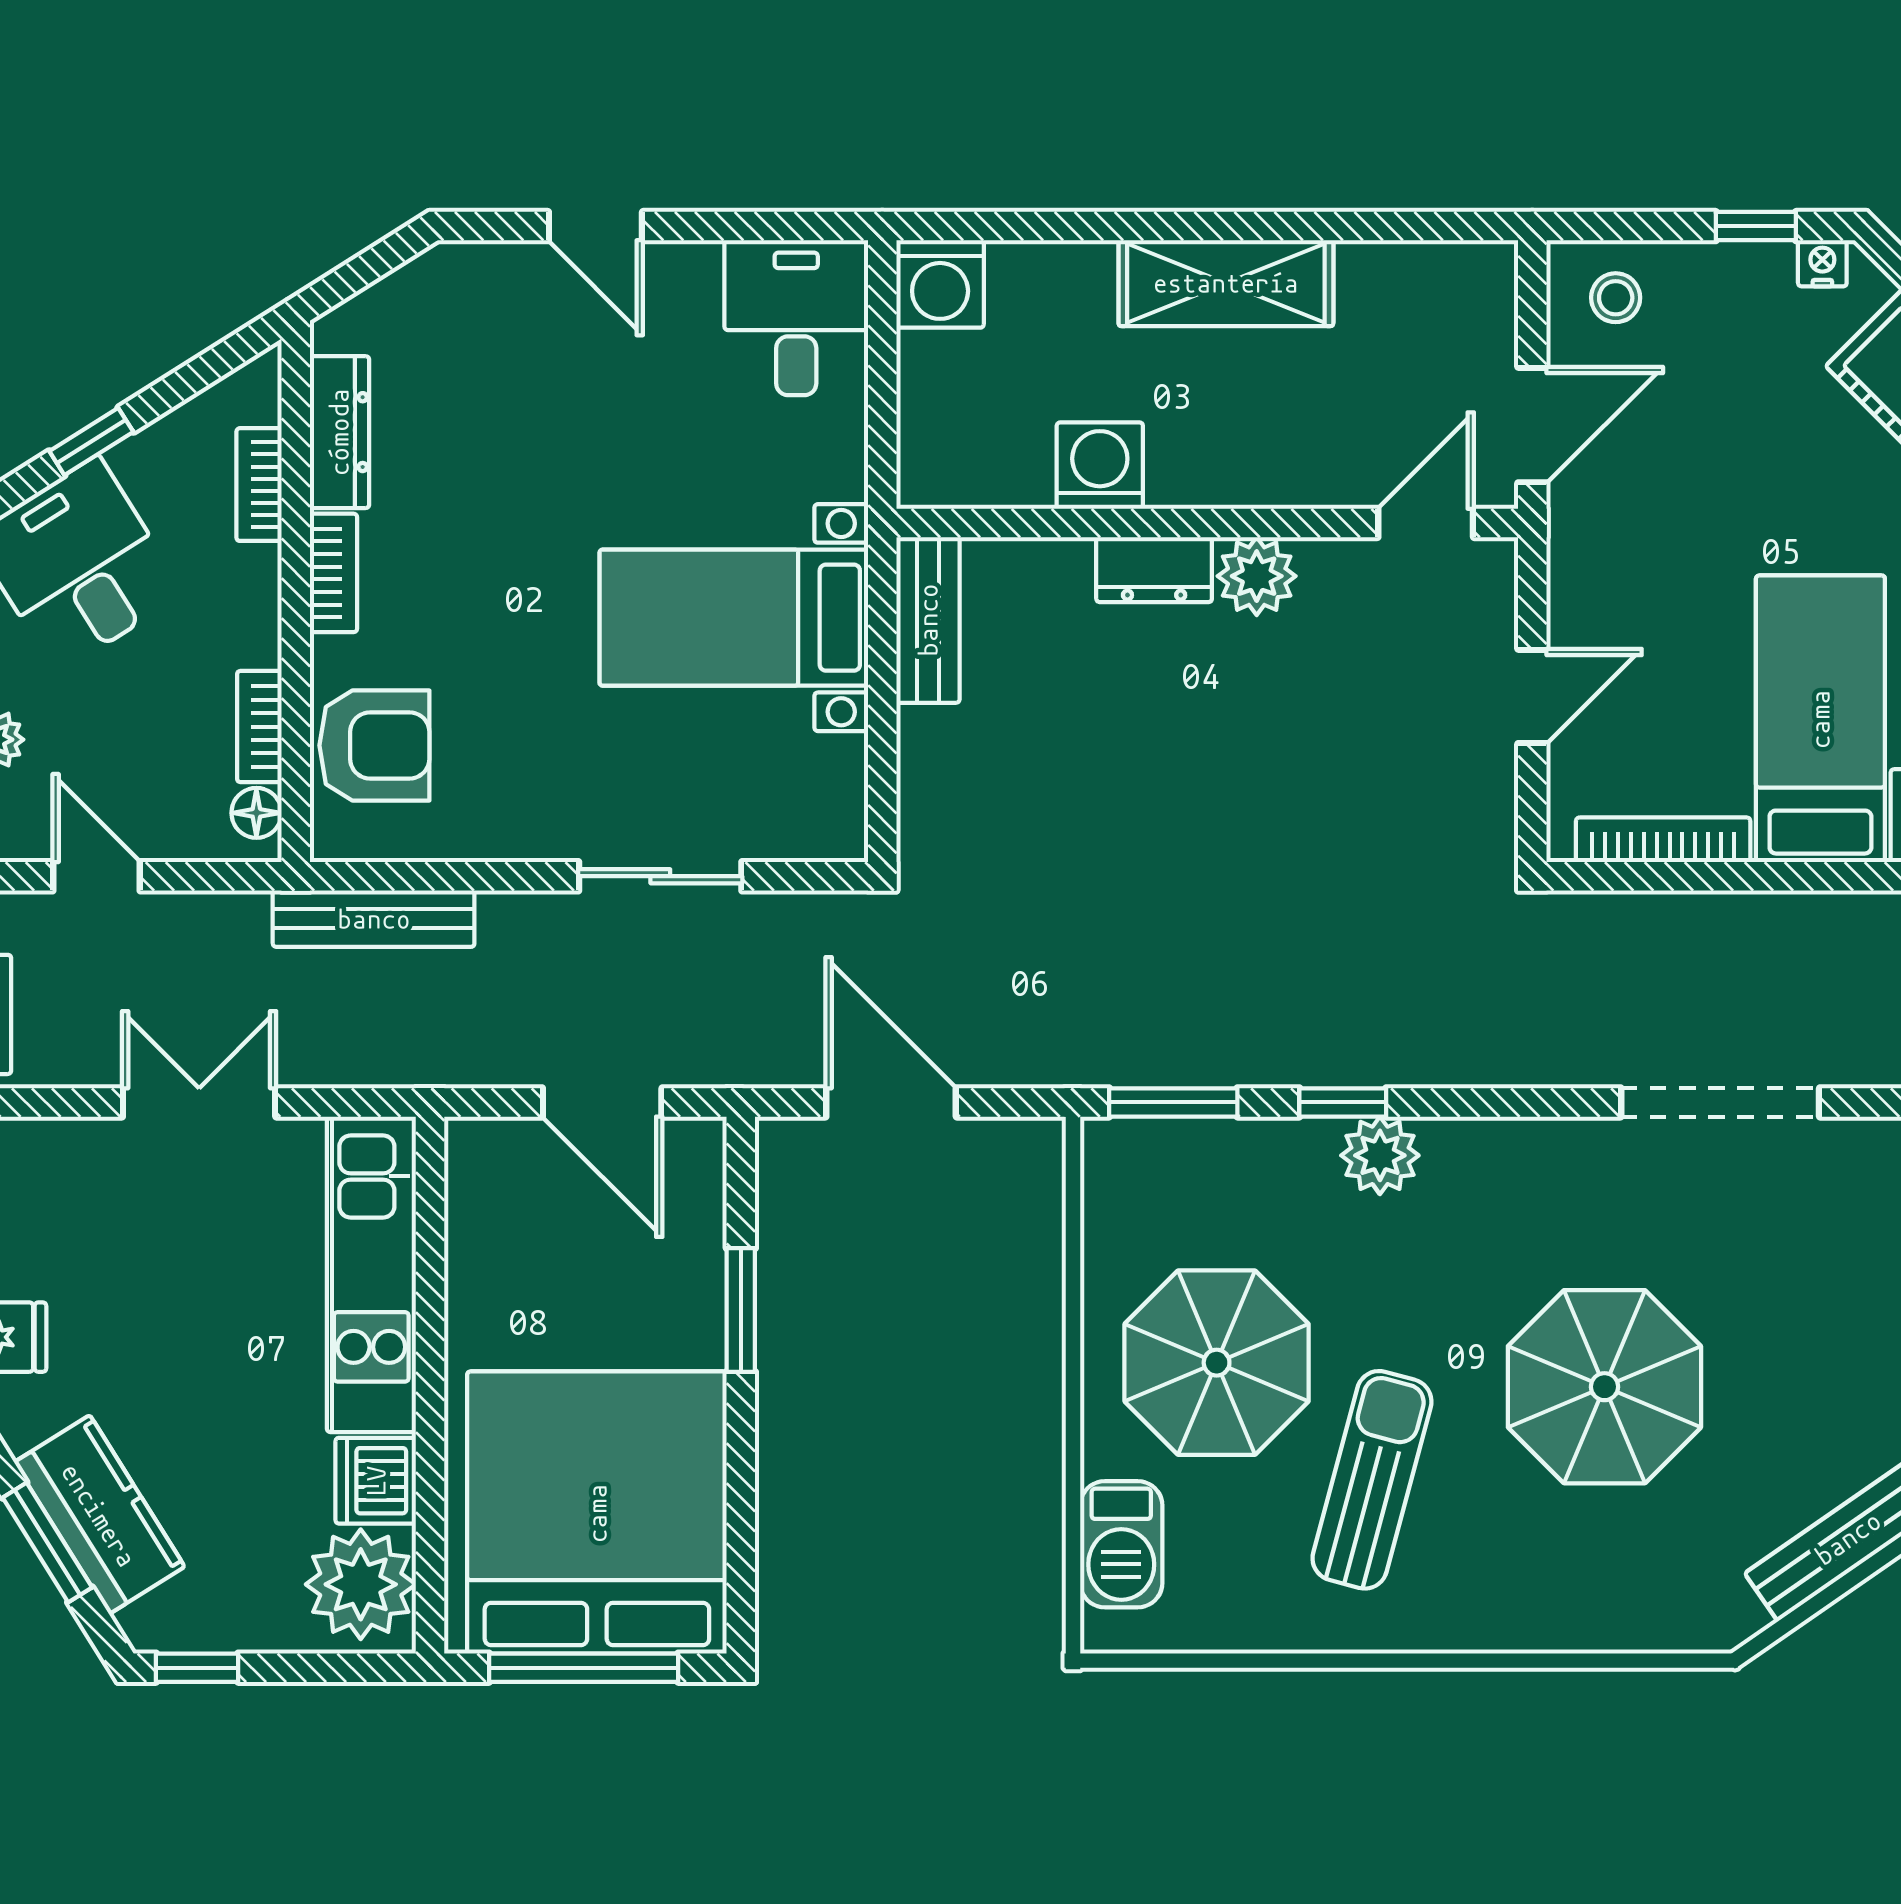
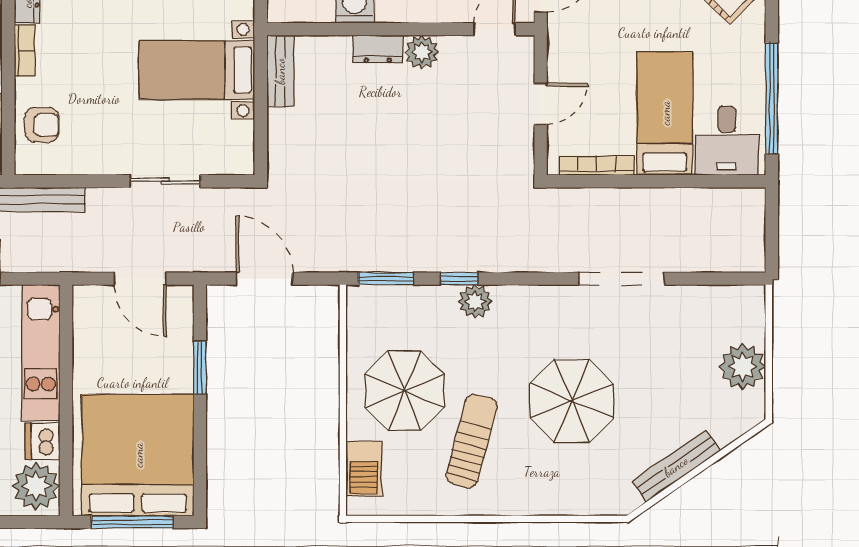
armchair: (374, 745) -> (42, 125), width x0.72, depth x0.72

